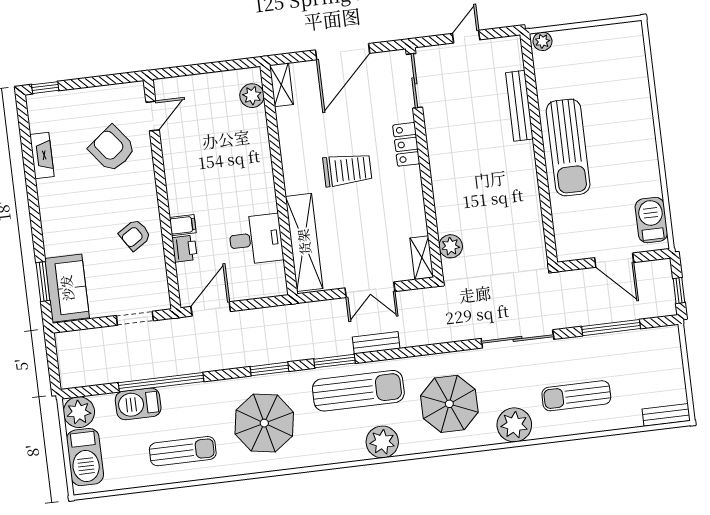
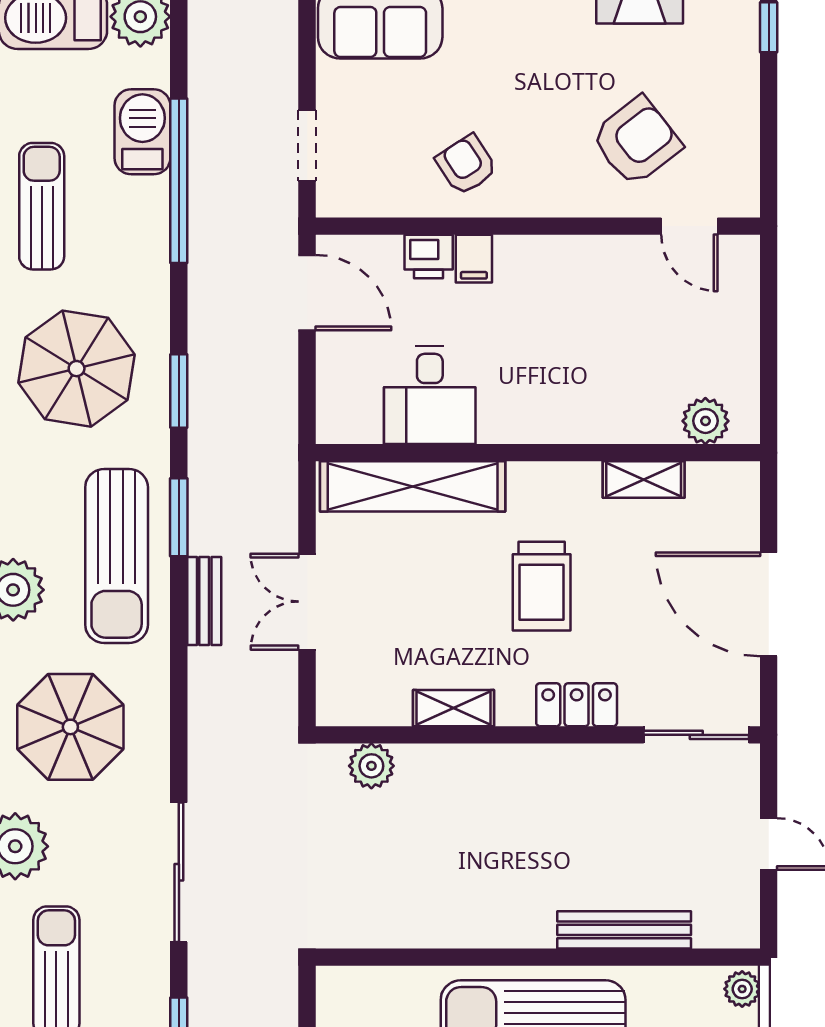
shelving: (281, 85) -> (644, 480), moved
shelving: (422, 258) -> (453, 708), moved
sun lounger: (183, 451) -> (42, 206), turned 180

